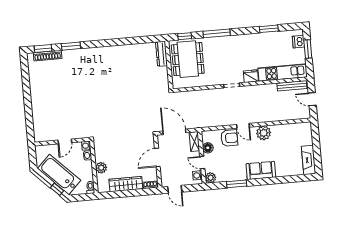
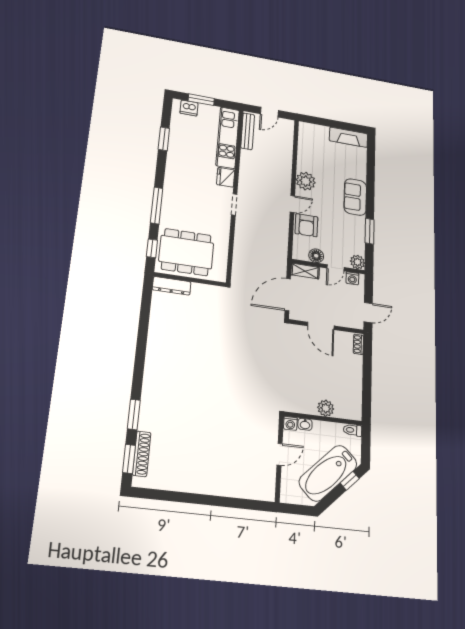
armchair: (229, 138) -> (306, 225), turned 180
door: (65, 141) -> (280, 454), hinge flipped
wardrobe: (126, 184) -> (353, 378), removed

